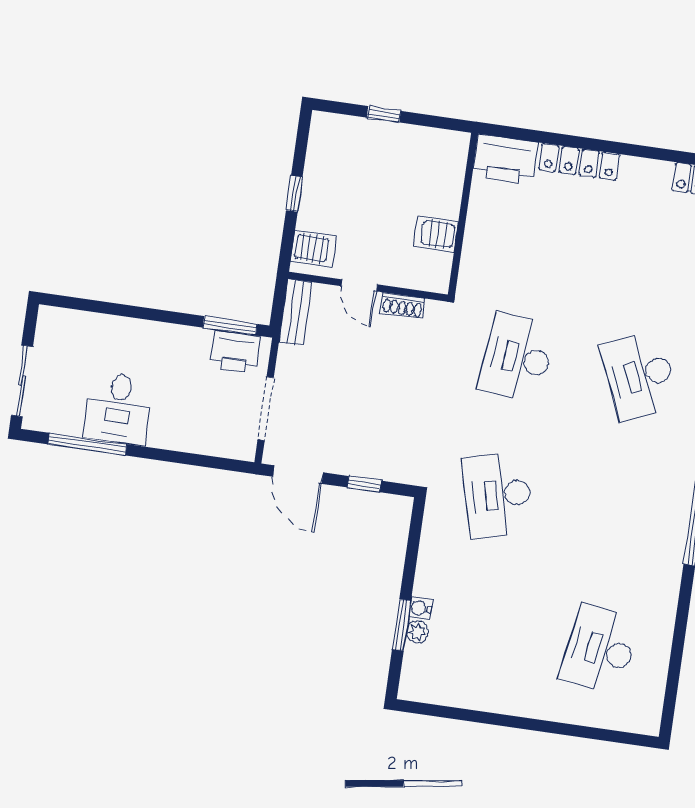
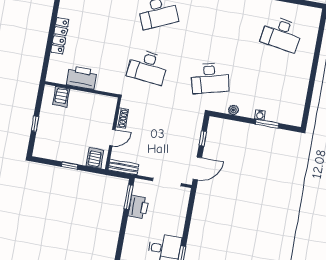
printer: (505, 160) -> (82, 78), moved, turned -90
server rack: (436, 234) -> (61, 97), moved
printer: (235, 352) -> (138, 207), moved
plant: (417, 632) -> (233, 110), moved

